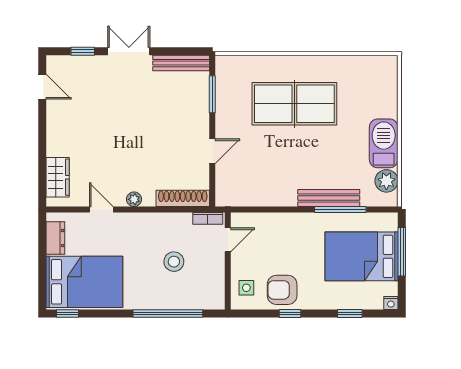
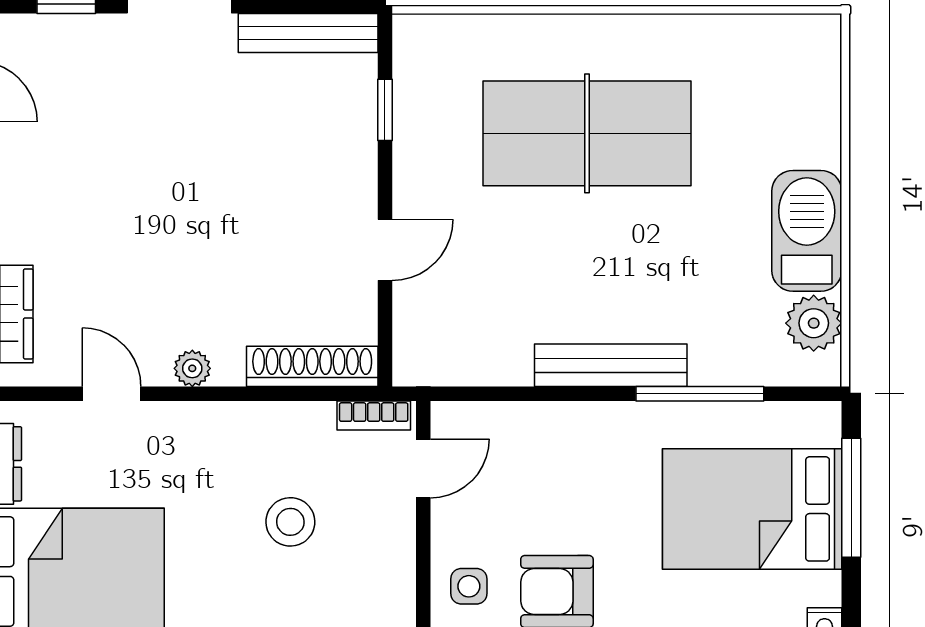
window: (212, 94) -> (385, 110), width x0.67
bench: (329, 198) -> (611, 365), moved

